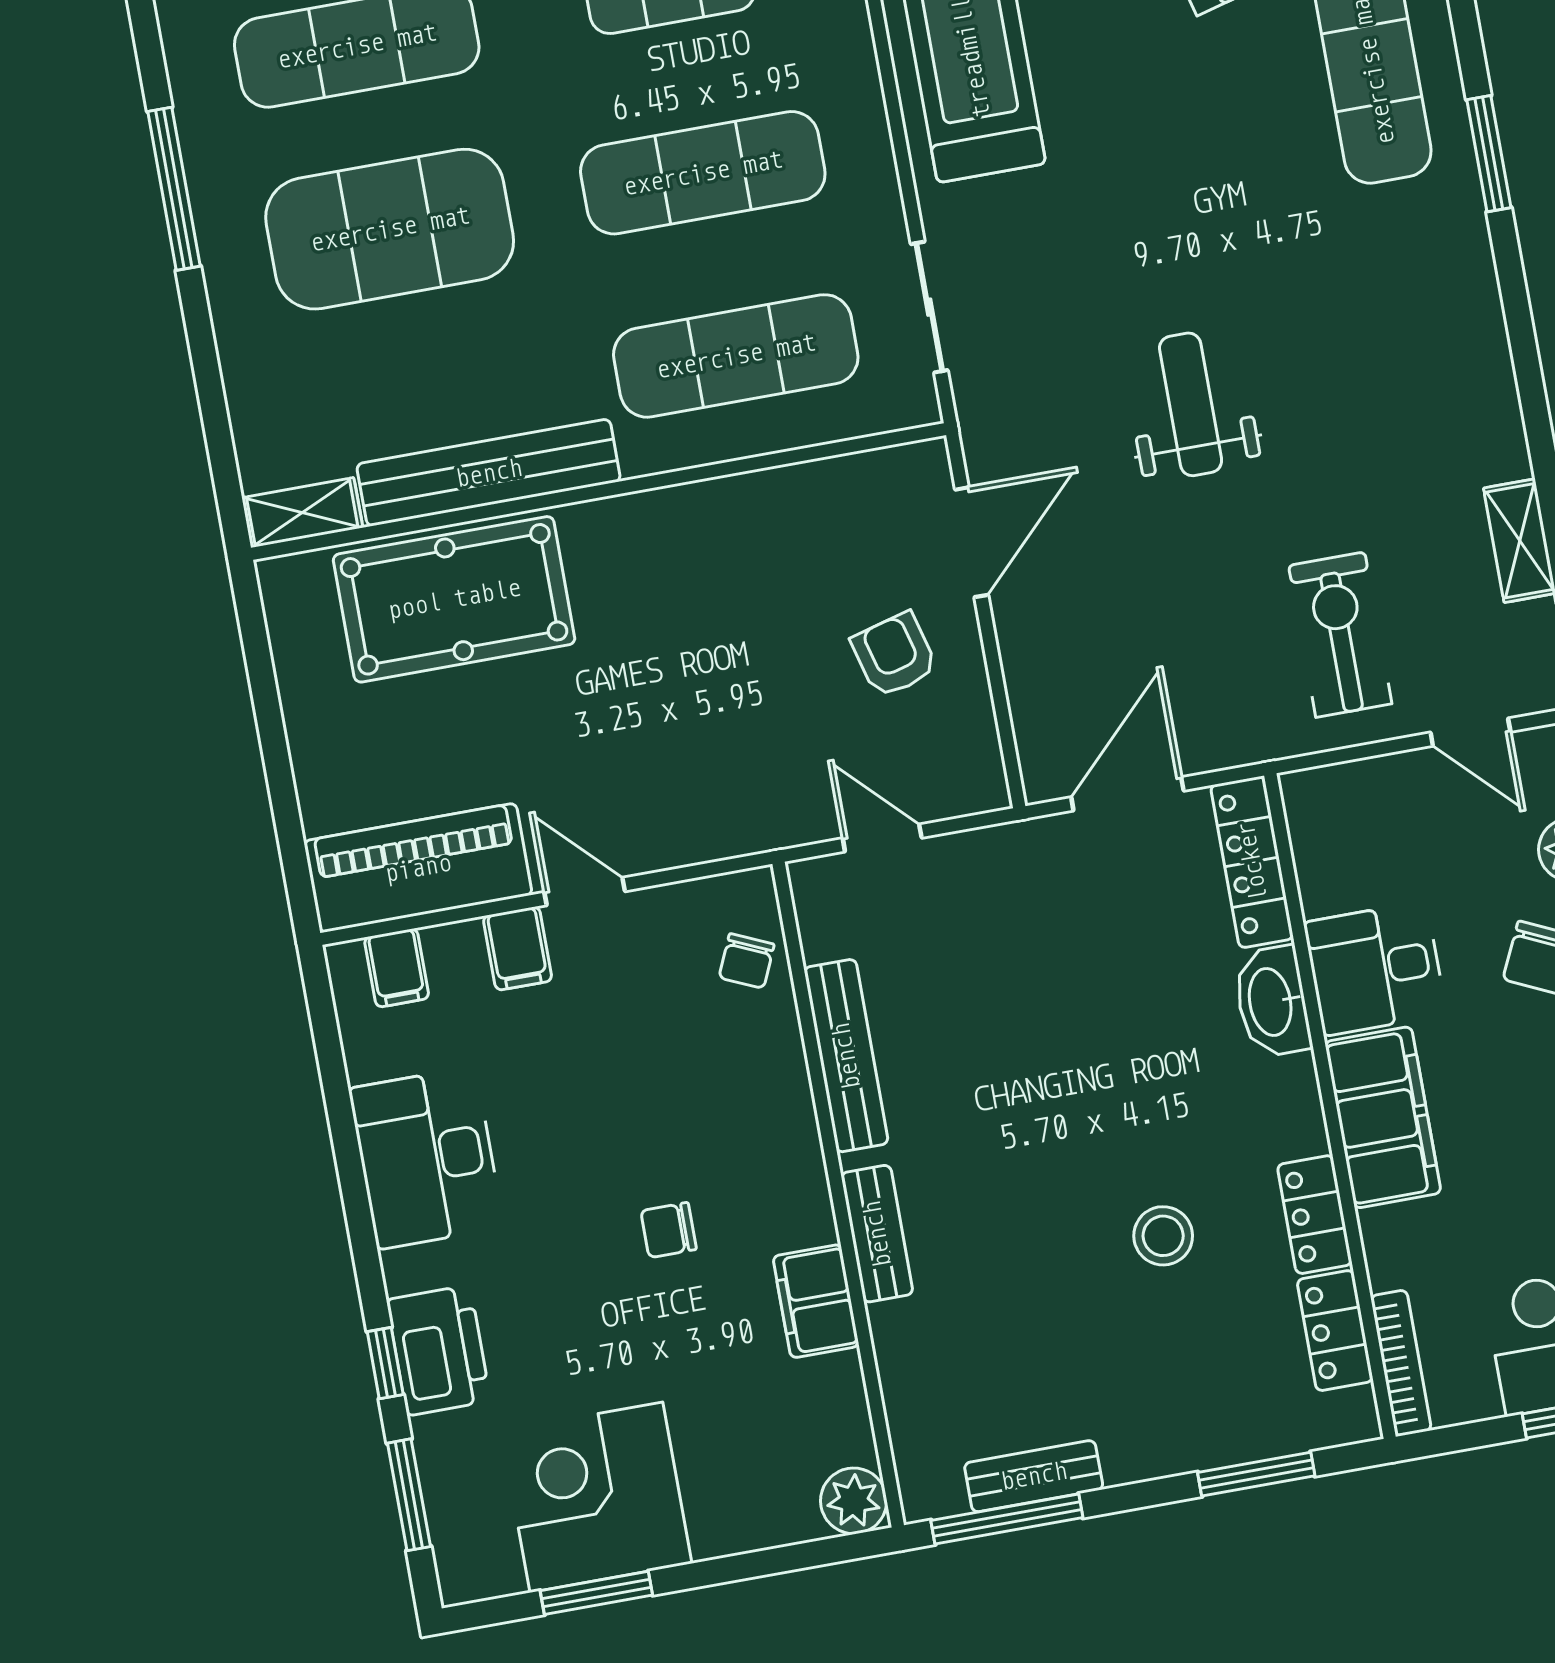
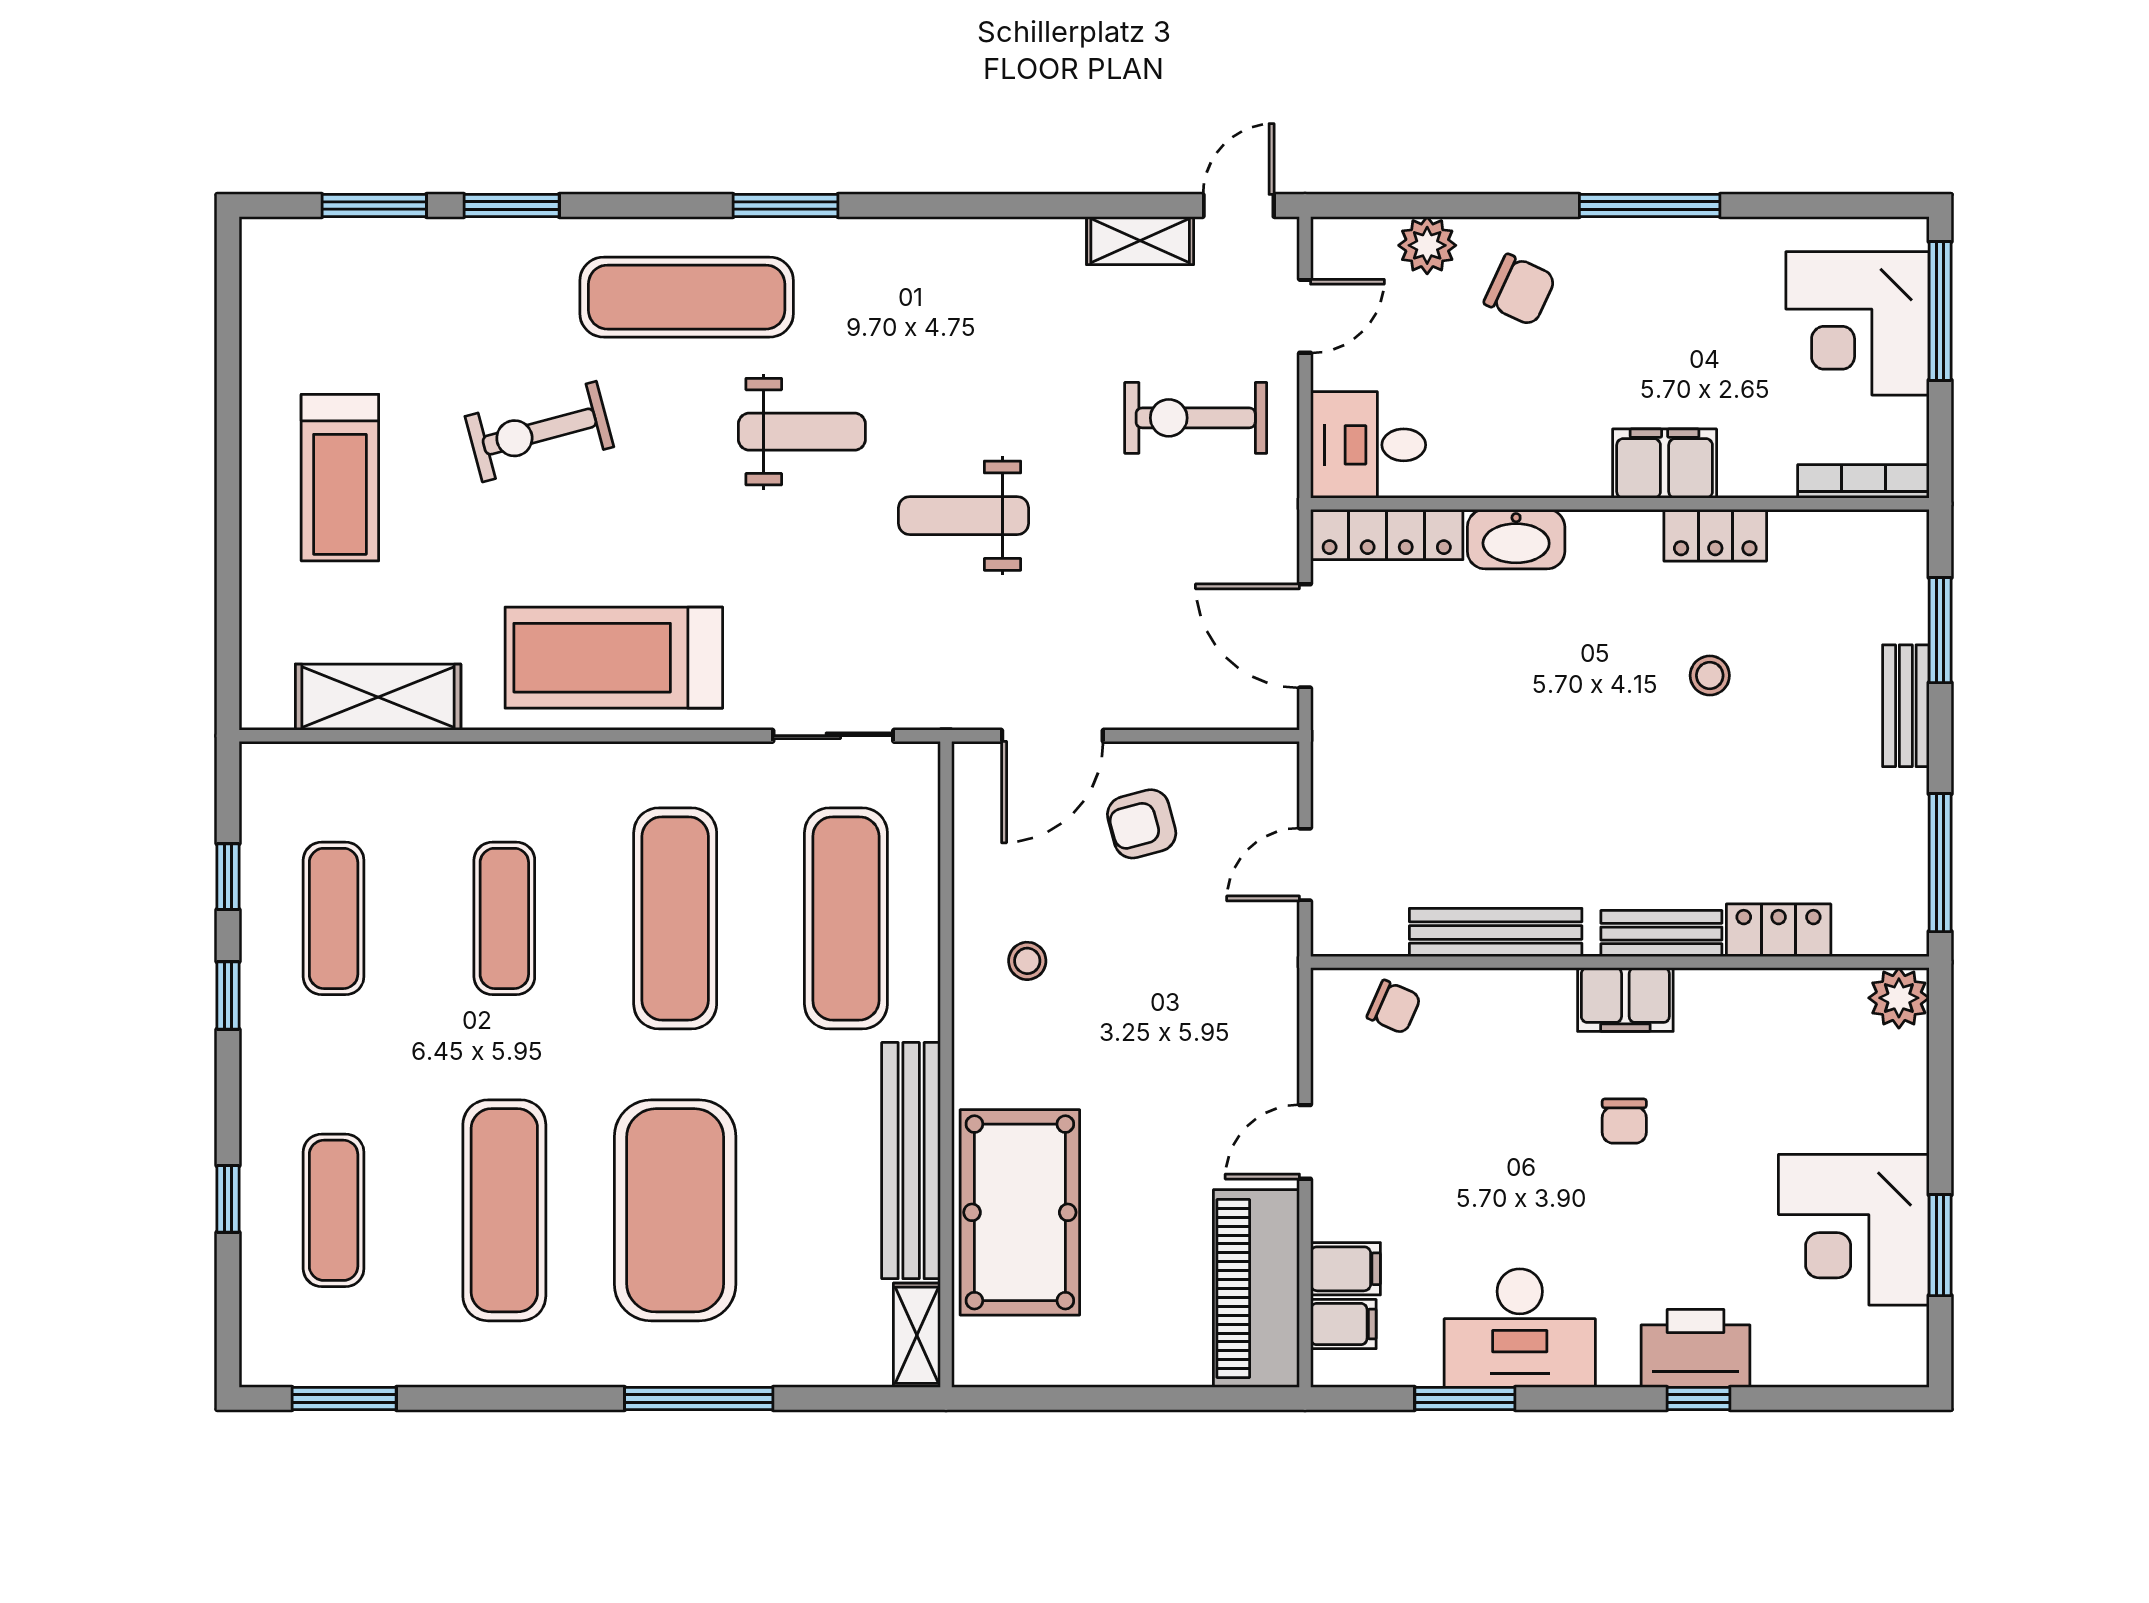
window: (174, 189) -> (699, 1399), moved
weight bench: (1249, 215) -> (802, 432), added
door: (972, 542) -> (1052, 736), swing flipped
stool: (725, 559) -> (1027, 961), added
filing cabinet: (518, 948) -> (1345, 1269), moved
desk: (1375, 968) -> (1368, 445), moved, turned 90
filing cabinet: (1383, 1117) -> (1665, 464), width x0.67, depth x0.86
stool: (1163, 1236) -> (1710, 675), width x0.73, depth x0.73
filing cabinet: (816, 1301) -> (1625, 1000), moved
locker: (1335, 1331) -> (1779, 930), moved, turned 180
bench: (1034, 1476) -> (1906, 706), moved
window: (409, 1495) -> (1465, 1399), moved

